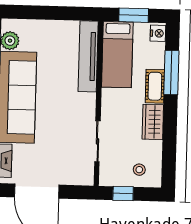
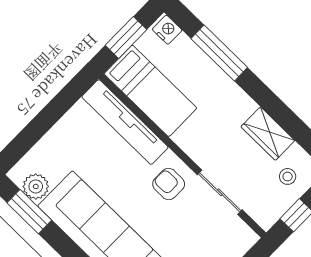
cot: (155, 86) -> (218, 82), removed
armchair: (77, 110) -> (169, 184), added
wardrobe: (153, 122) -> (268, 134), moved

